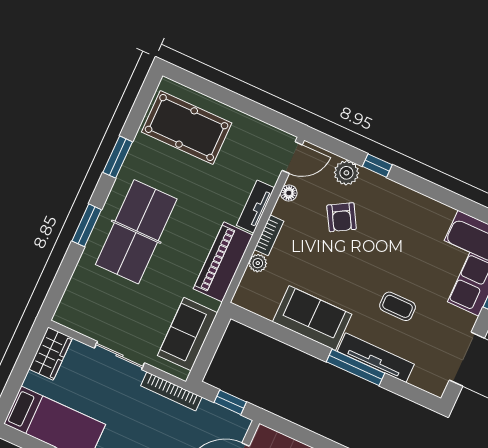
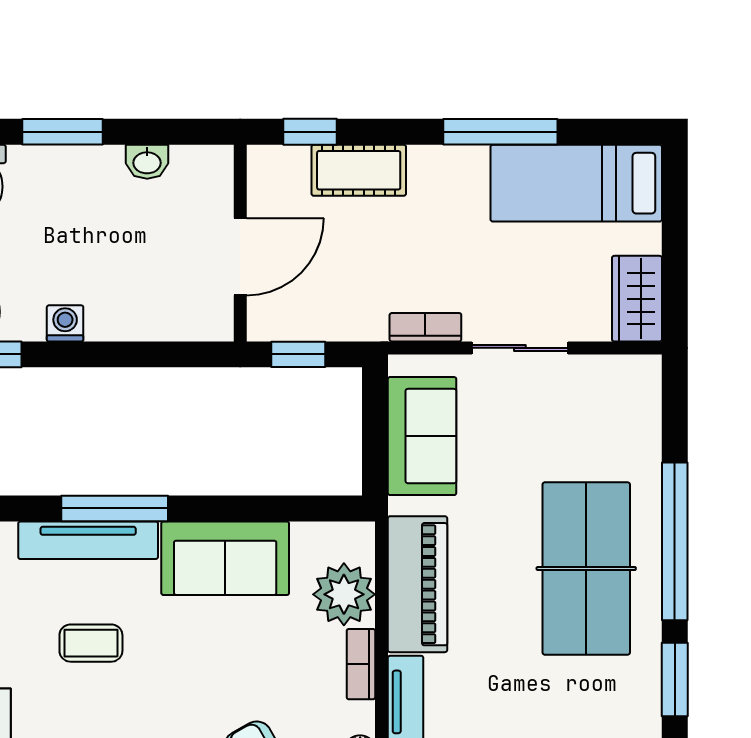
window: (87, 225) -> (675, 541), width x2.11
plant: (258, 263) -> (344, 594), width x1.87, depth x1.87
bookcase: (171, 391) -> (425, 327), width x0.64

